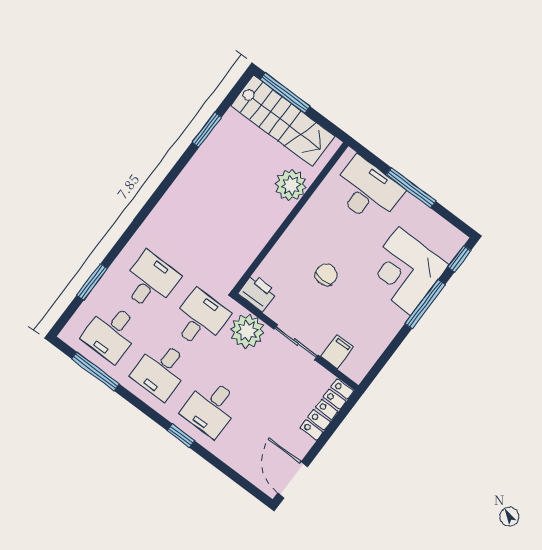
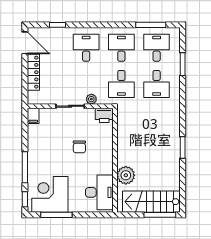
window: (207, 130) -> (183, 147), moved
window: (411, 188) -> (56, 215), moved
desk: (367, 191) -> (99, 192), moved, turned -90
corner desk: (405, 271) -> (50, 194), moved, turned -90
plant: (247, 331) -> (91, 99), width x0.53, depth x0.53
filing cabinet: (337, 352) -> (33, 116), moved
locker: (327, 410) -> (33, 72), moved
window: (181, 436) -> (58, 25), moved

